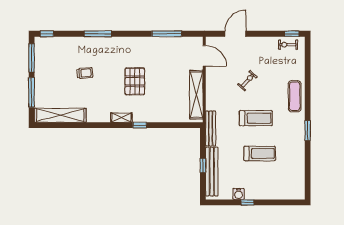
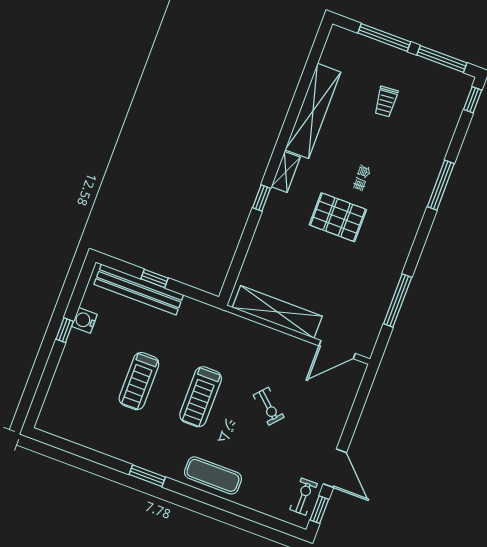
door: (235, 34) -> (335, 468), moved
trolley: (85, 73) -> (386, 102), moved
shelving: (60, 115) -> (313, 111), moved
bench: (211, 128) -> (212, 315), removed

